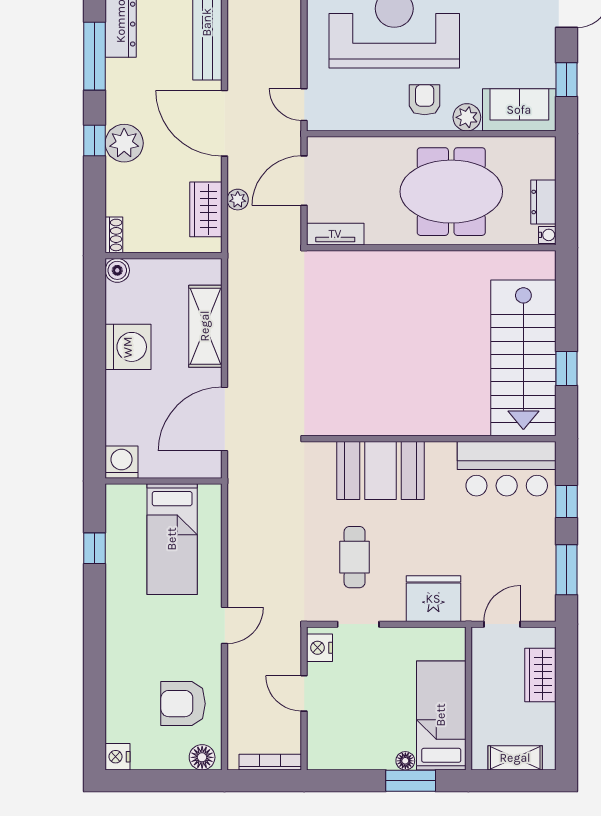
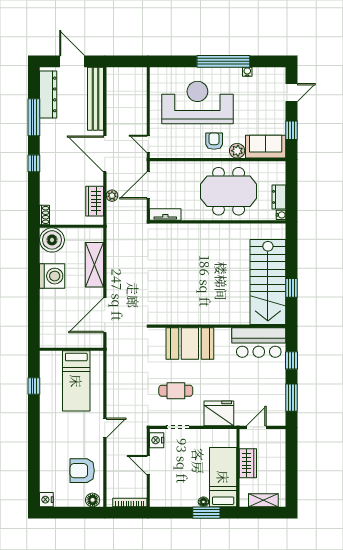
plant: (124, 143) -> (50, 165), removed
boiler: (117, 270) -> (52, 240), width x1.86, depth x1.86
washing machine: (121, 462) -> (49, 339), removed
cafe table: (355, 557) -> (176, 391), turned 90
wardrobe: (540, 675) -> (248, 463), moved, turned 180

